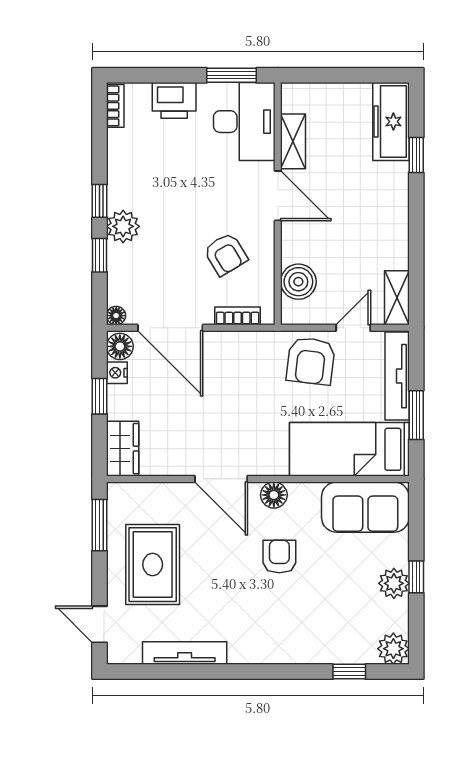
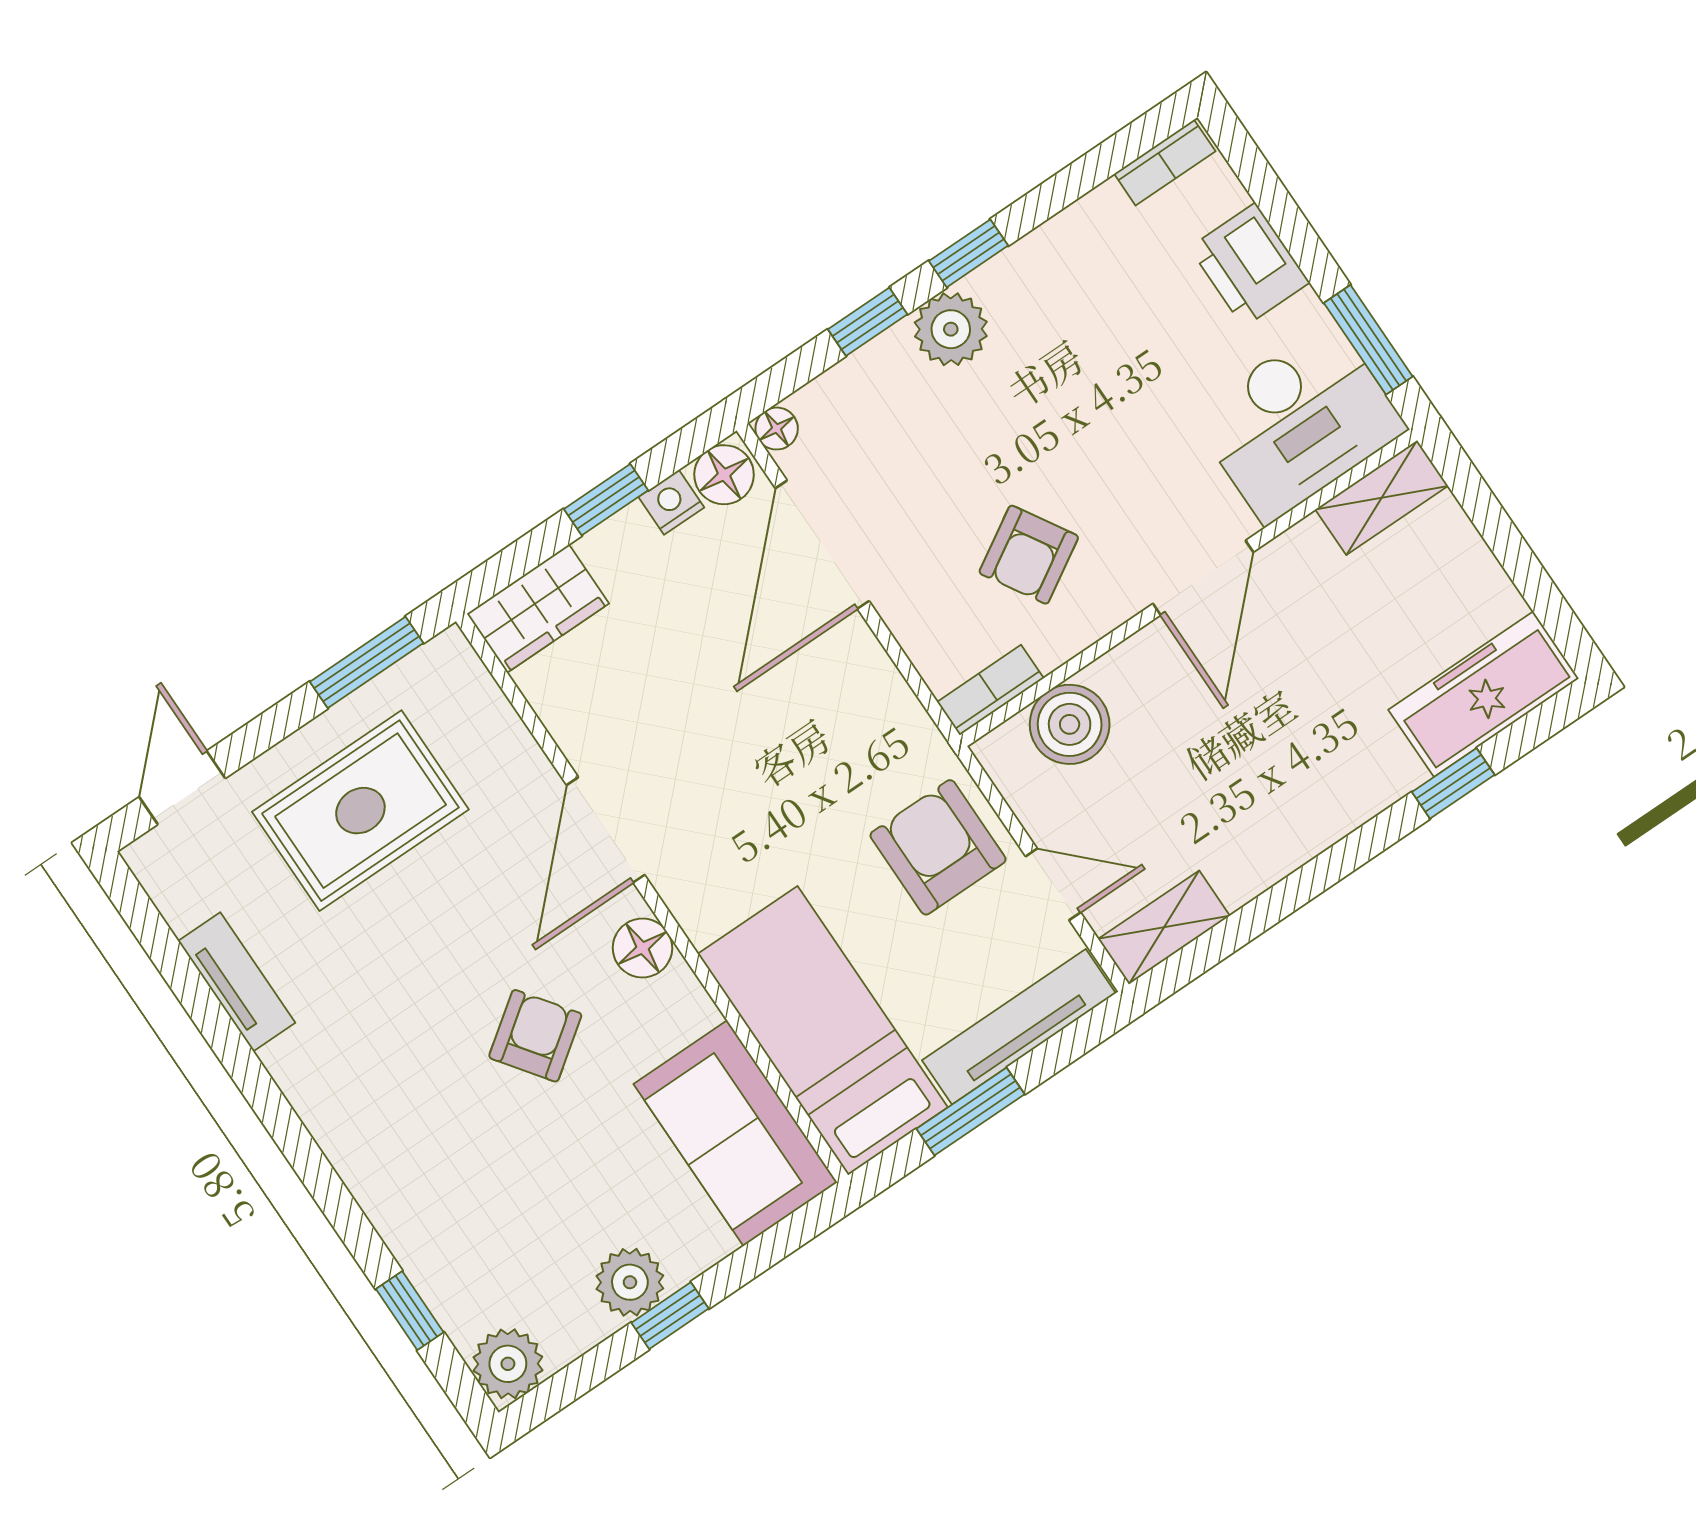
shelving: (293, 141) -> (1382, 498), moved
bookcase: (238, 316) -> (990, 690), moved, turned -90
armchair: (311, 361) -> (938, 847), turned 83
armchair: (279, 556) -> (535, 1036), turned -36
tv unit: (185, 653) -> (237, 982), width x0.71

